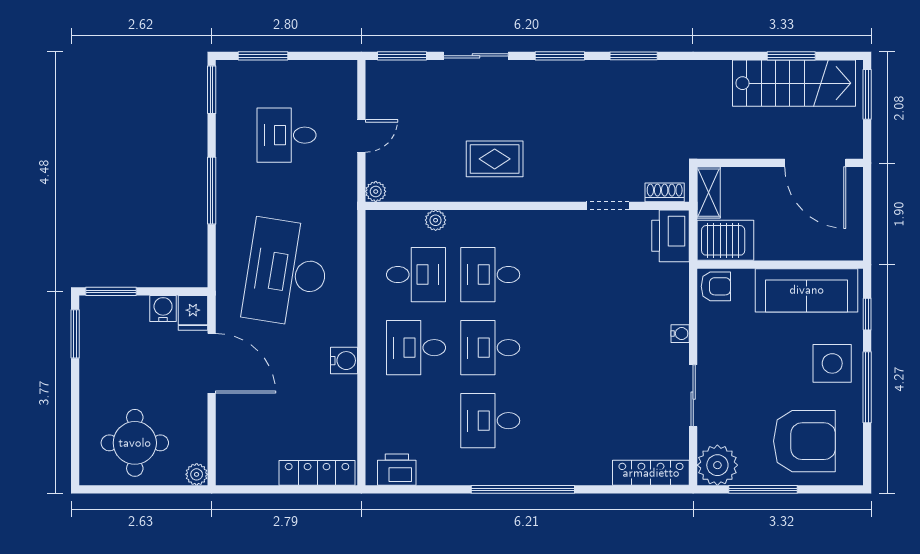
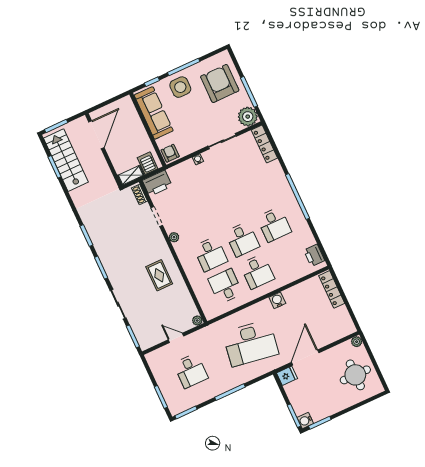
plant: (436, 220) -> (174, 237), moved
server rack: (725, 240) -> (148, 163), width x0.73, depth x0.70
water cooler: (163, 309) -> (305, 420), moved

